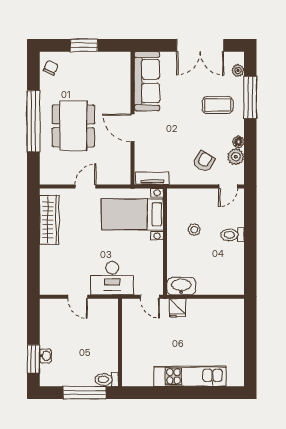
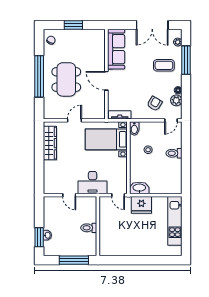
bidet: (174, 198) -> (134, 128), added
fridge: (178, 308) -> (141, 205), width x1.88, depth x1.34
kitchen unit: (190, 376) -> (175, 221), moved, turned -90
toilet: (107, 379) -> (89, 228), moved

